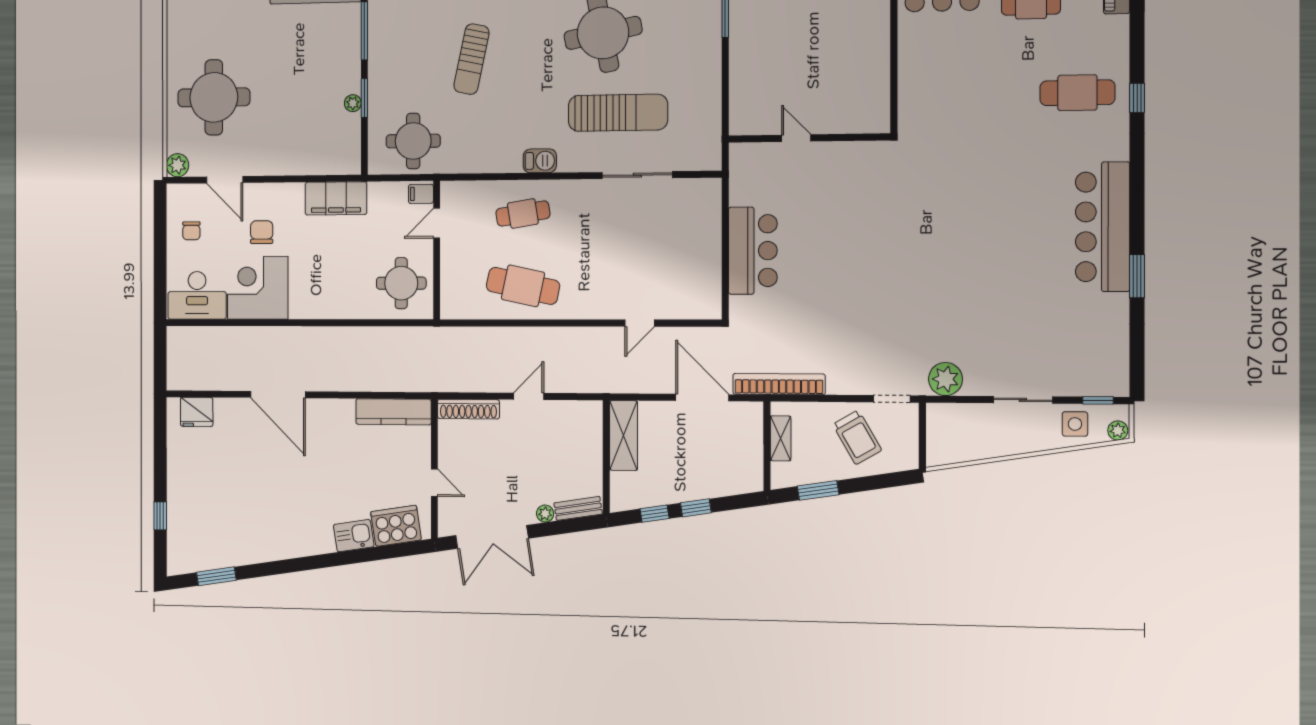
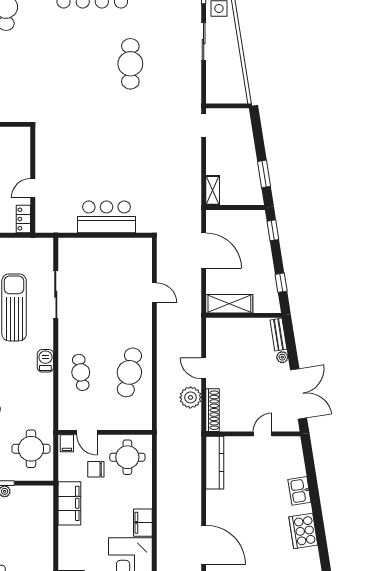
locker: (750, 125) -> (23, 219), added
chair: (262, 232) -> (96, 469), moved
cafe table: (988, 286) -> (130, 64), added
filing cabinet: (309, 306) -> (143, 523), added
plant: (946, 379) -> (190, 397), moved
bookcase: (779, 384) -> (194, 200), removed
door: (278, 395) -> (204, 545), hinge flipped
door: (702, 398) -> (204, 251), swing flipped
trolley: (857, 437) -> (229, 148), removed
shelving: (781, 438) -> (213, 190), moved, turned 90
window: (696, 508) -> (273, 230), moved
cooker: (396, 526) -> (303, 531), moved

